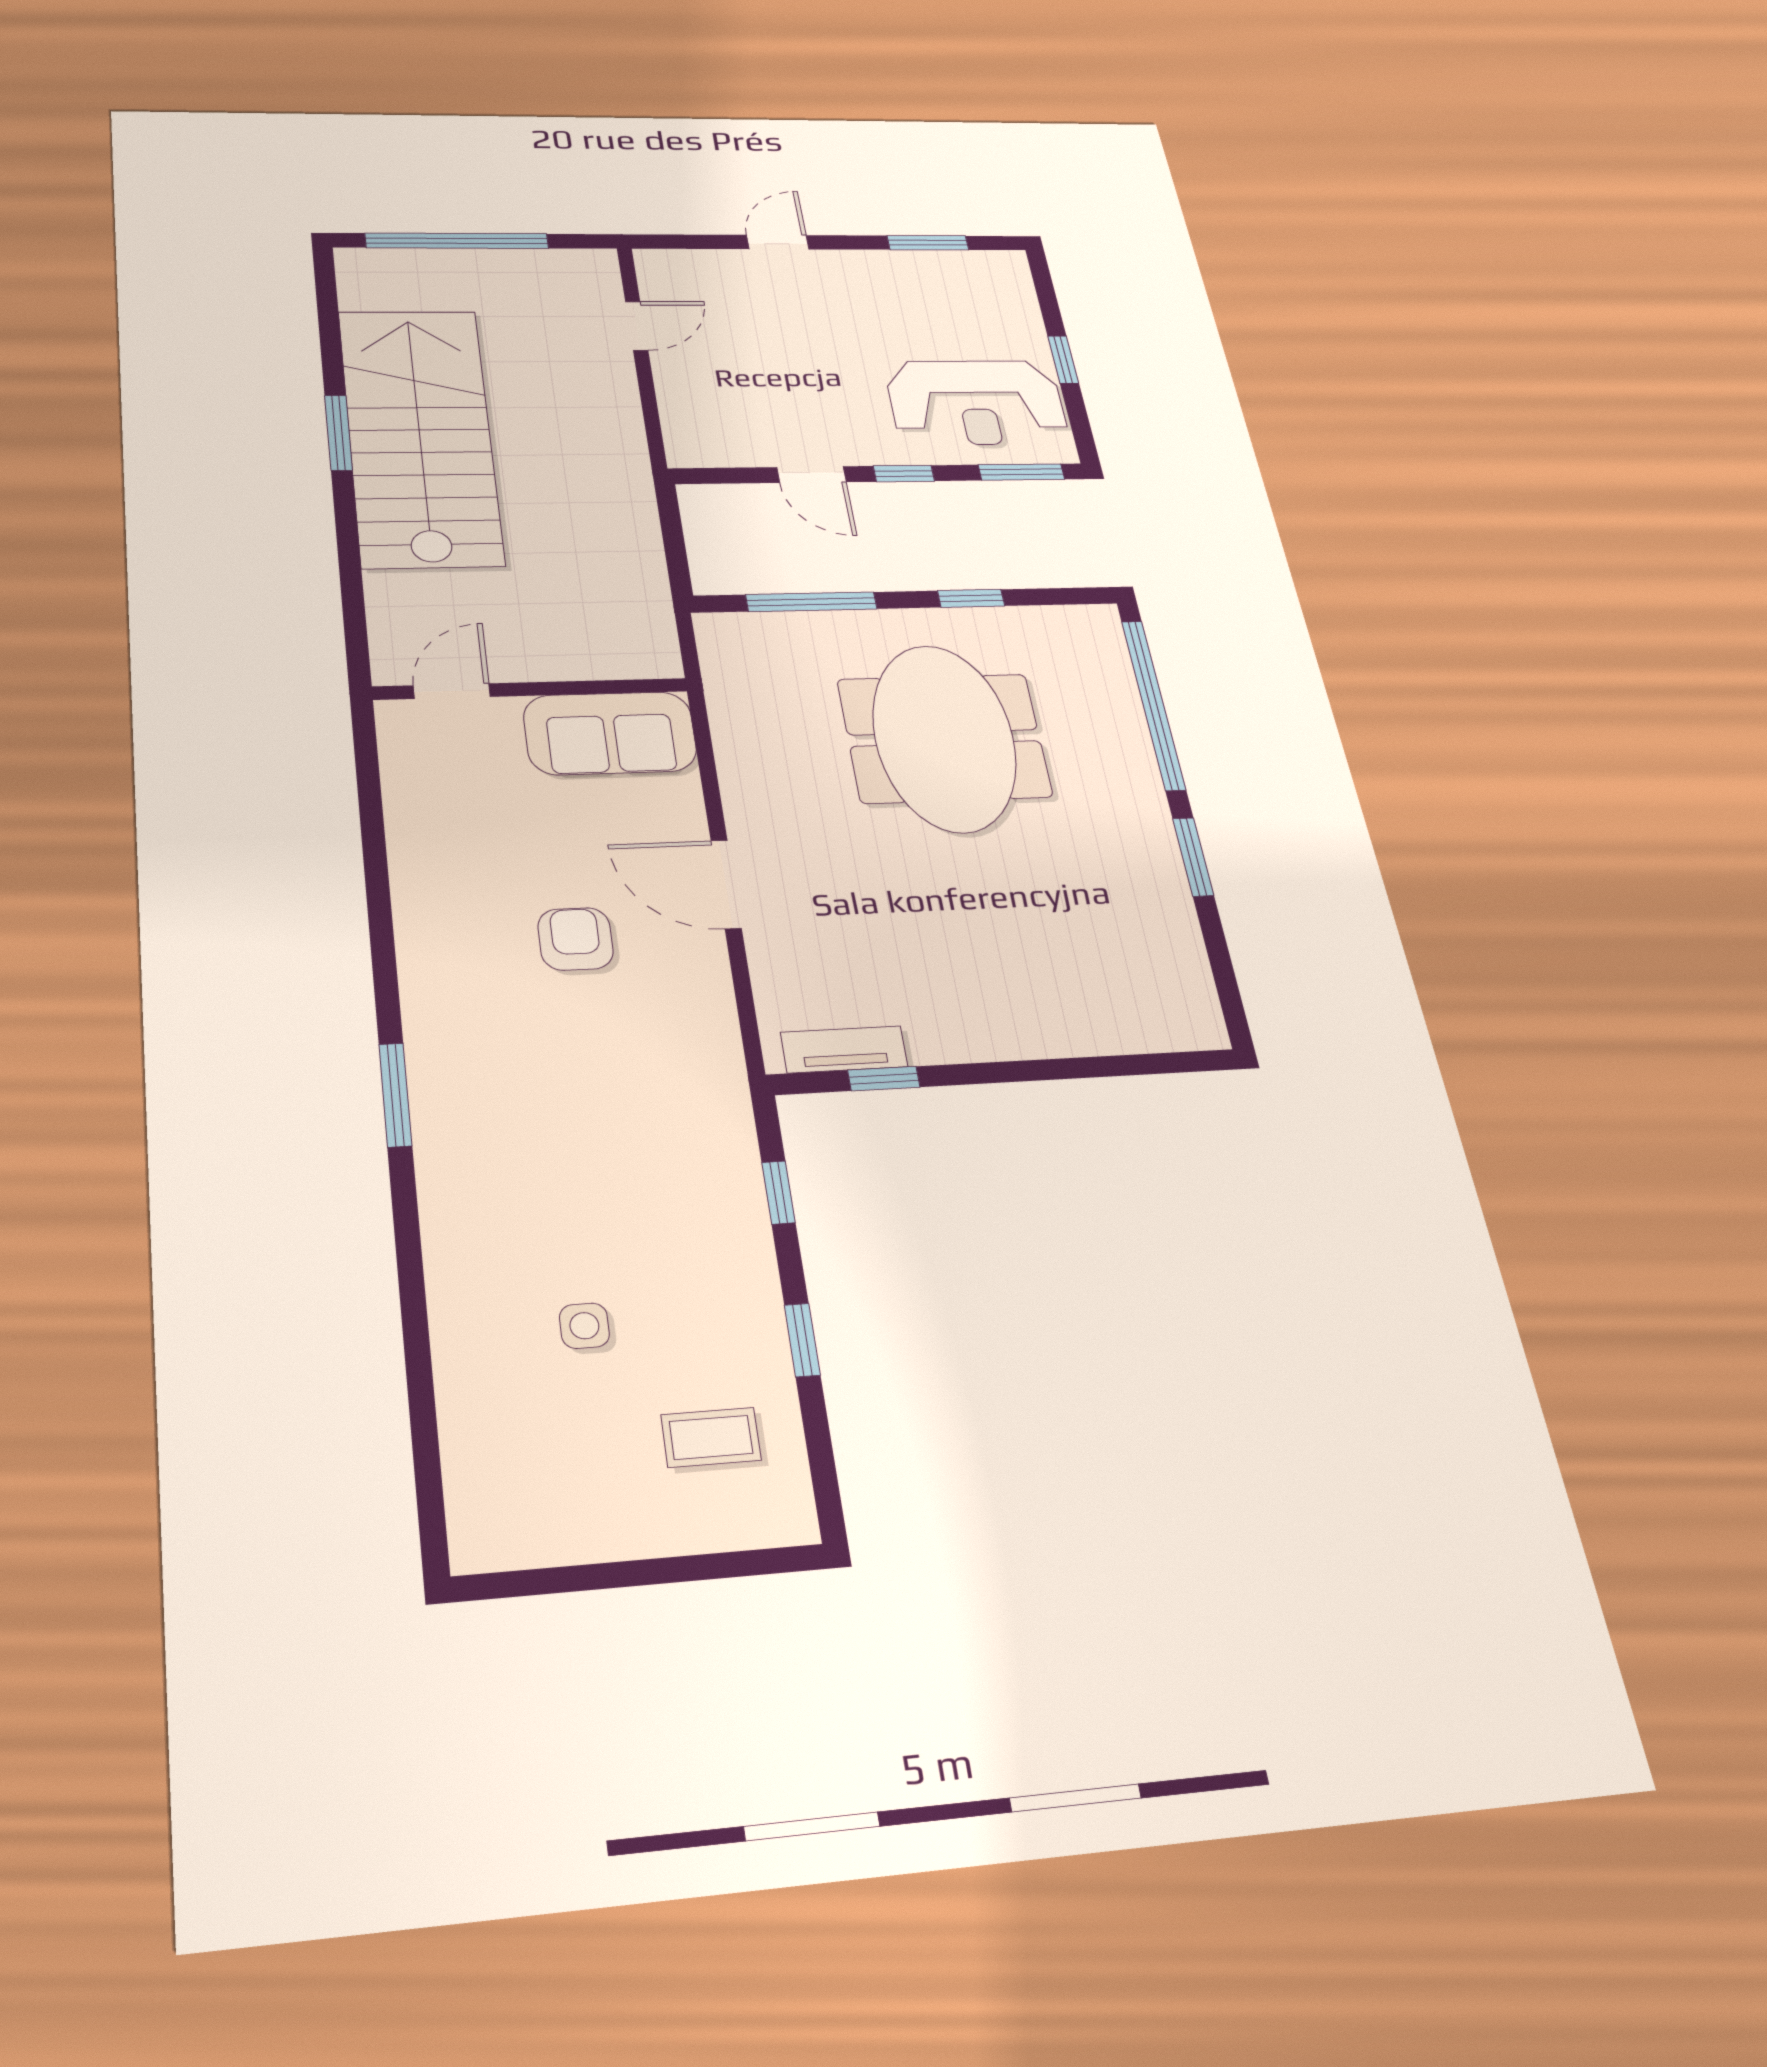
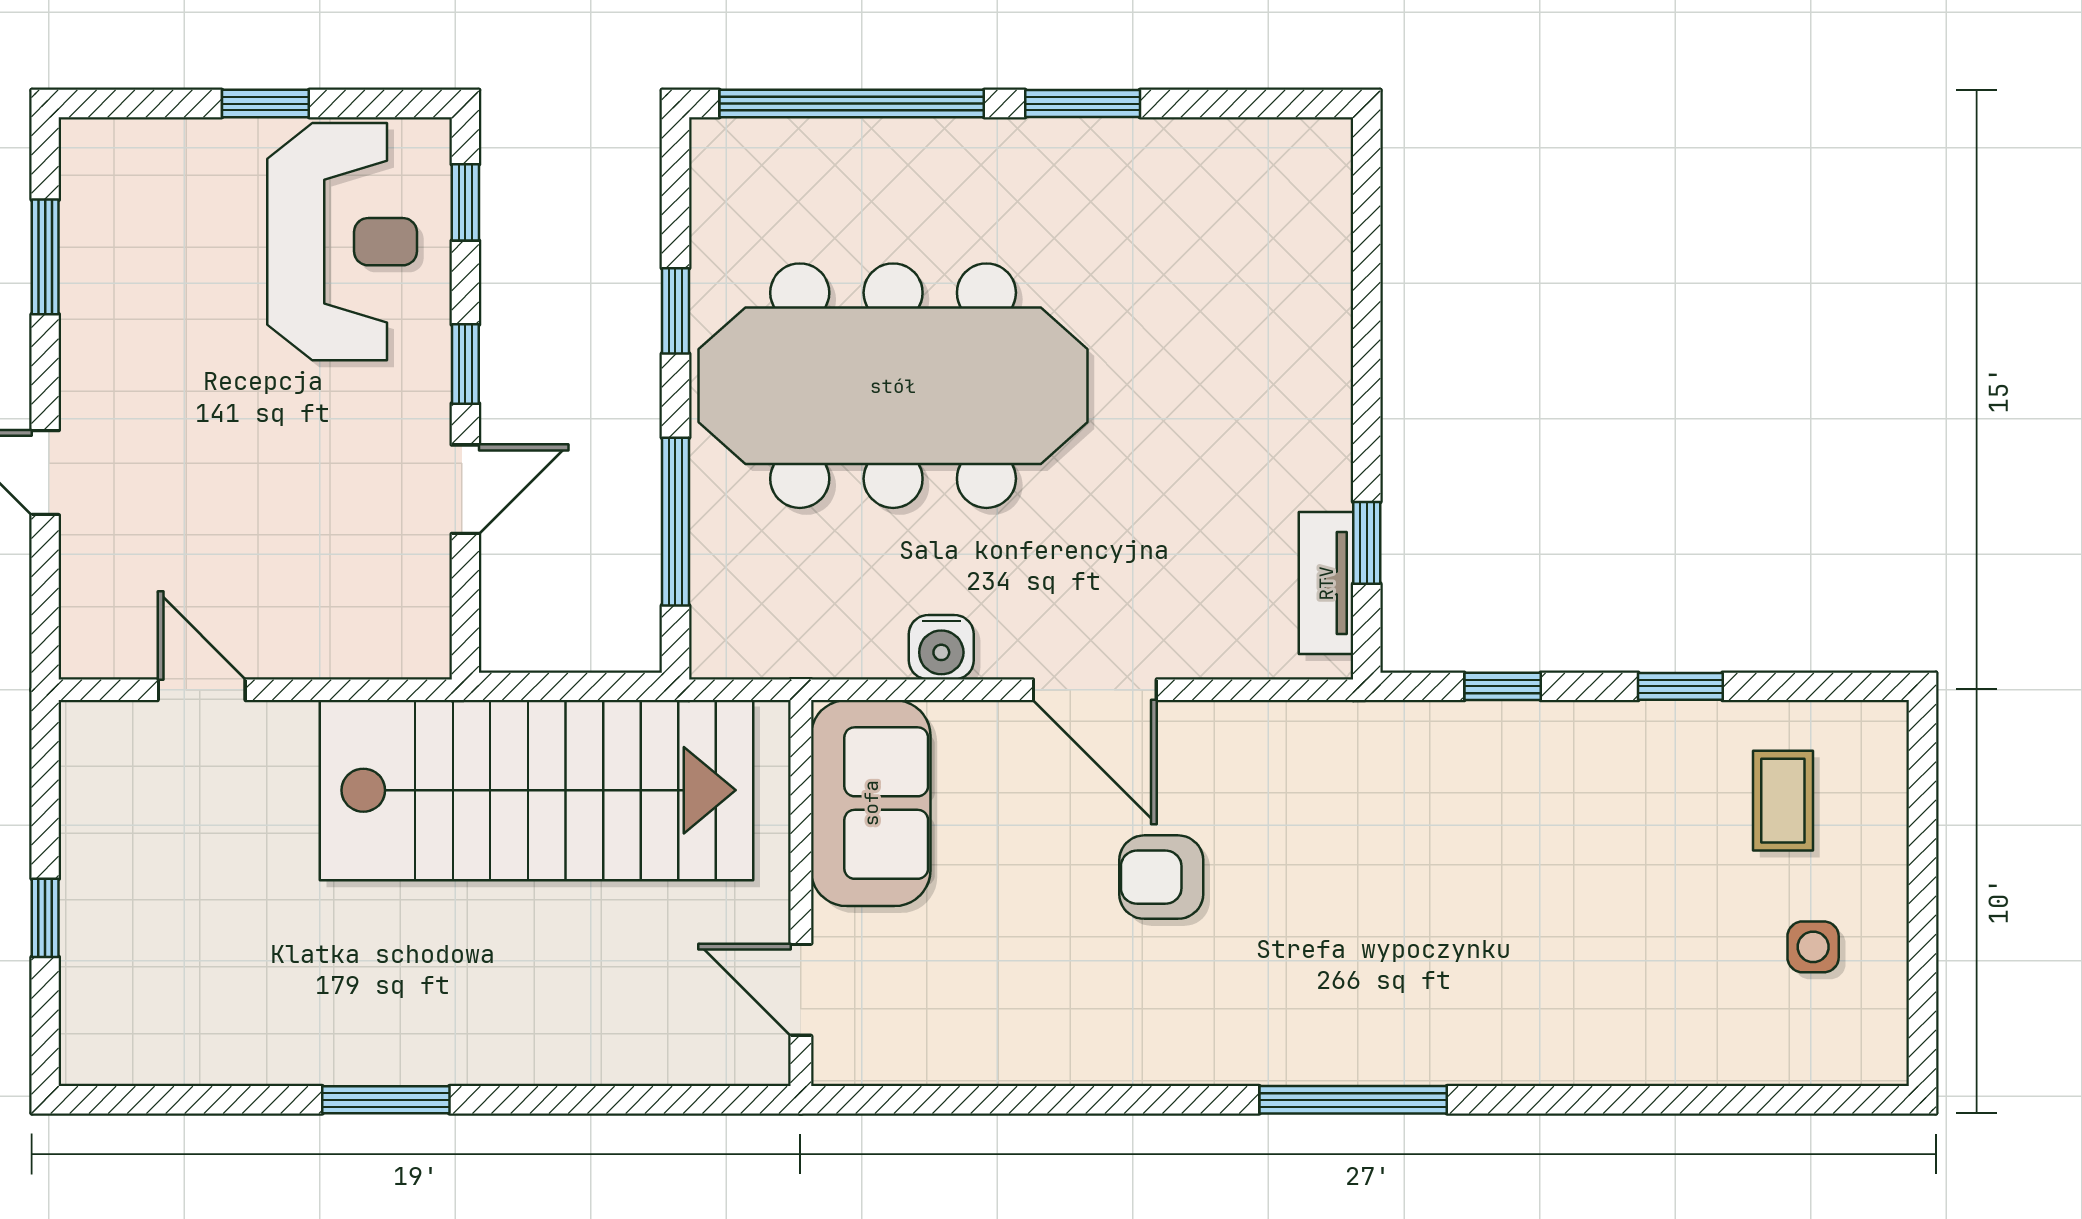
window: (457, 241) -> (45, 918), width x0.32
stairs: (420, 436) -> (537, 790), moved, turned 180
window: (1021, 472) -> (465, 202), width x0.67
meeting table: (944, 738) -> (893, 386), width x1.36
water cooler: (743, 777) -> (941, 647), added
door: (726, 884) -> (1095, 690), hinge flipped
window: (395, 1095) -> (1353, 1100), width x1.44
side table: (584, 1326) -> (1813, 947), moved

